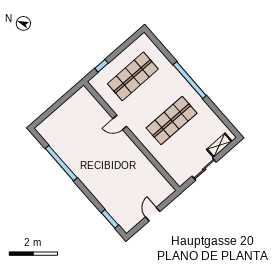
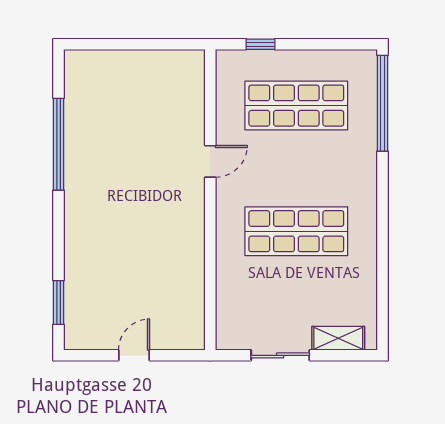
window: (190, 80) -> (382, 103), moved
door: (120, 122) -> (210, 161), swing flipped

